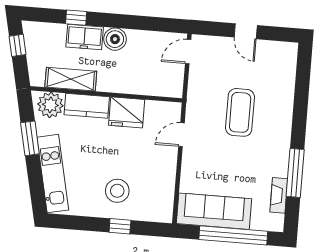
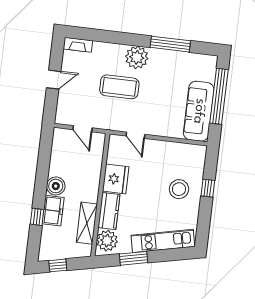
door: (188, 52) -> (83, 129), moved
plant: (277, 132) -> (137, 57), added
fireplace: (279, 195) -> (78, 45), moved

